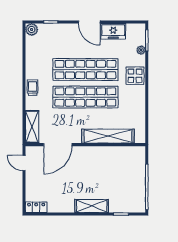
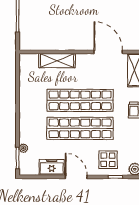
display table: (135, 76) -> (108, 160), moved
shelving: (108, 136) -> (57, 61), width x0.68
door: (58, 145) -> (108, 52), hinge flipped

